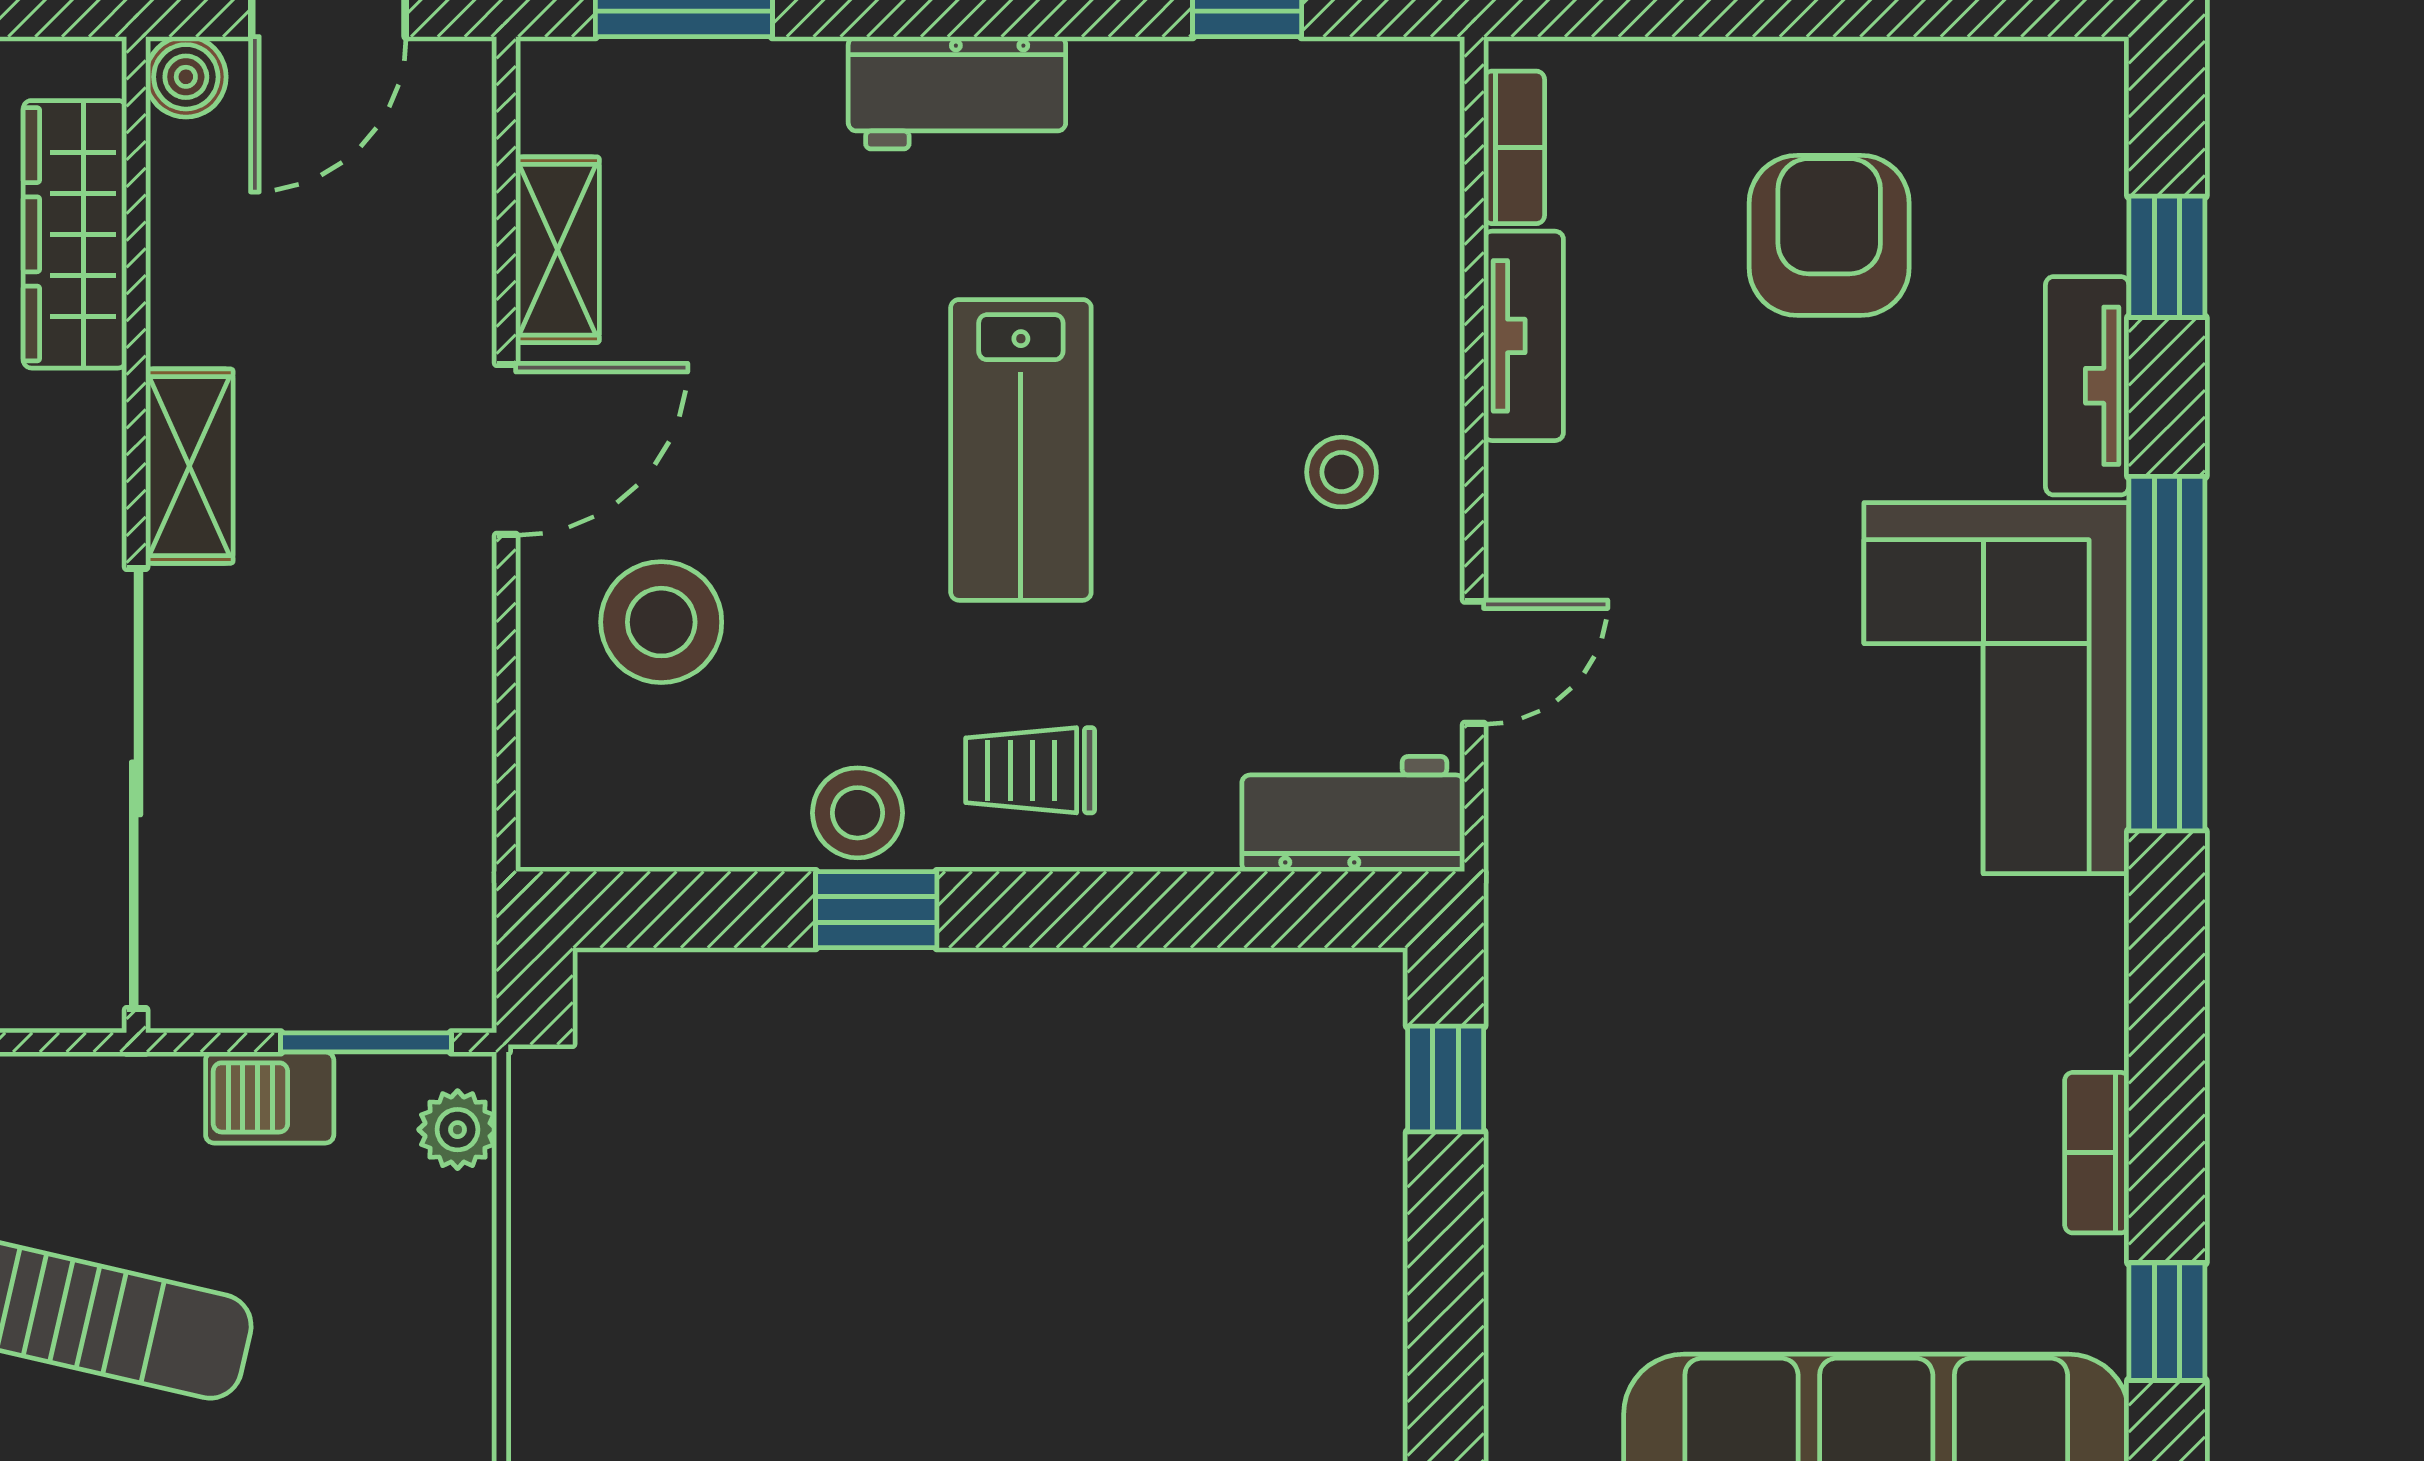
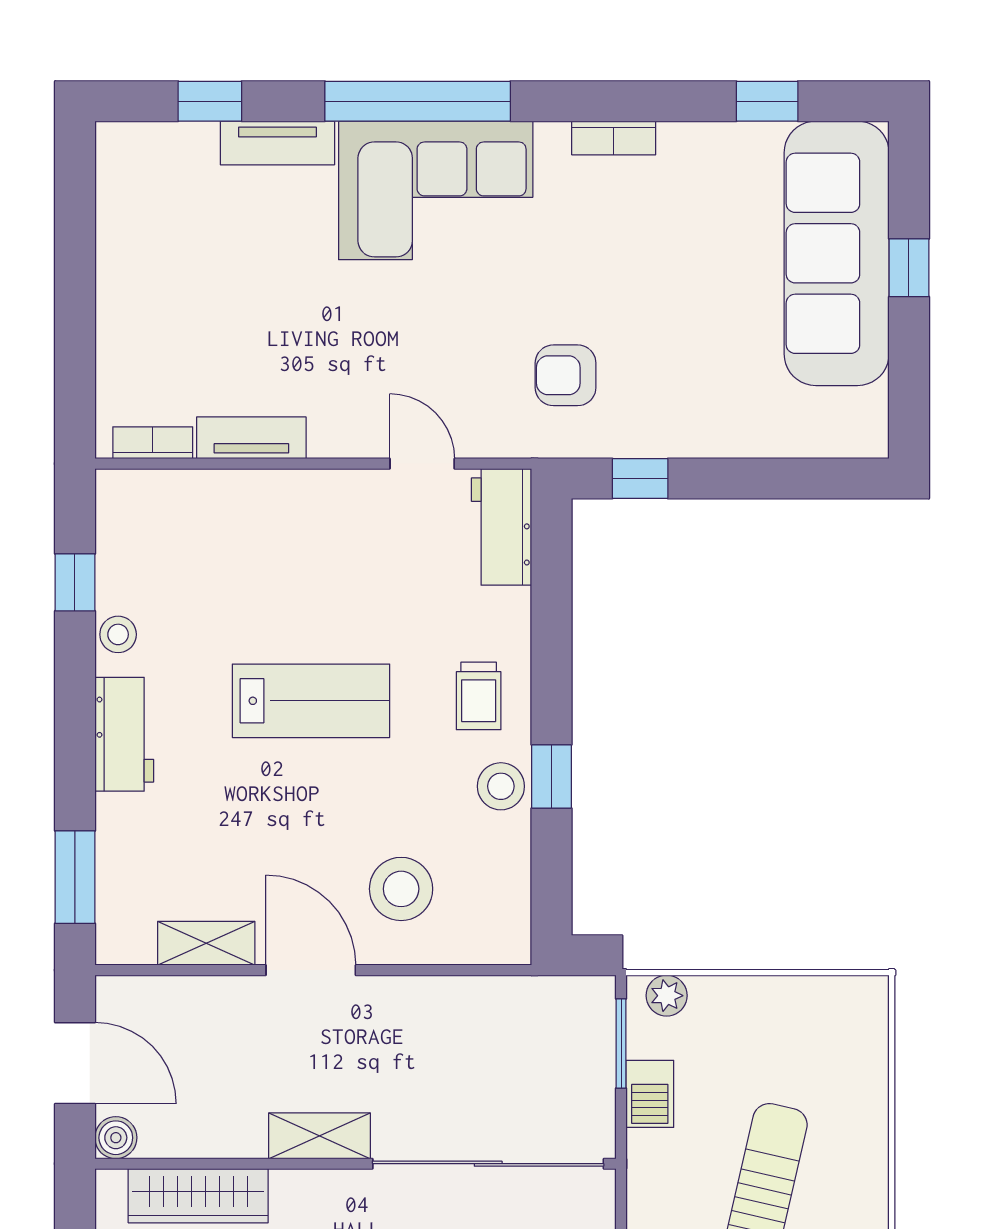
armchair: (1829, 235) -> (566, 375), moved, width x0.72, depth x0.72
stool: (1342, 472) -> (118, 634), moved
bookcase: (2097, 1153) -> (614, 138), moved

